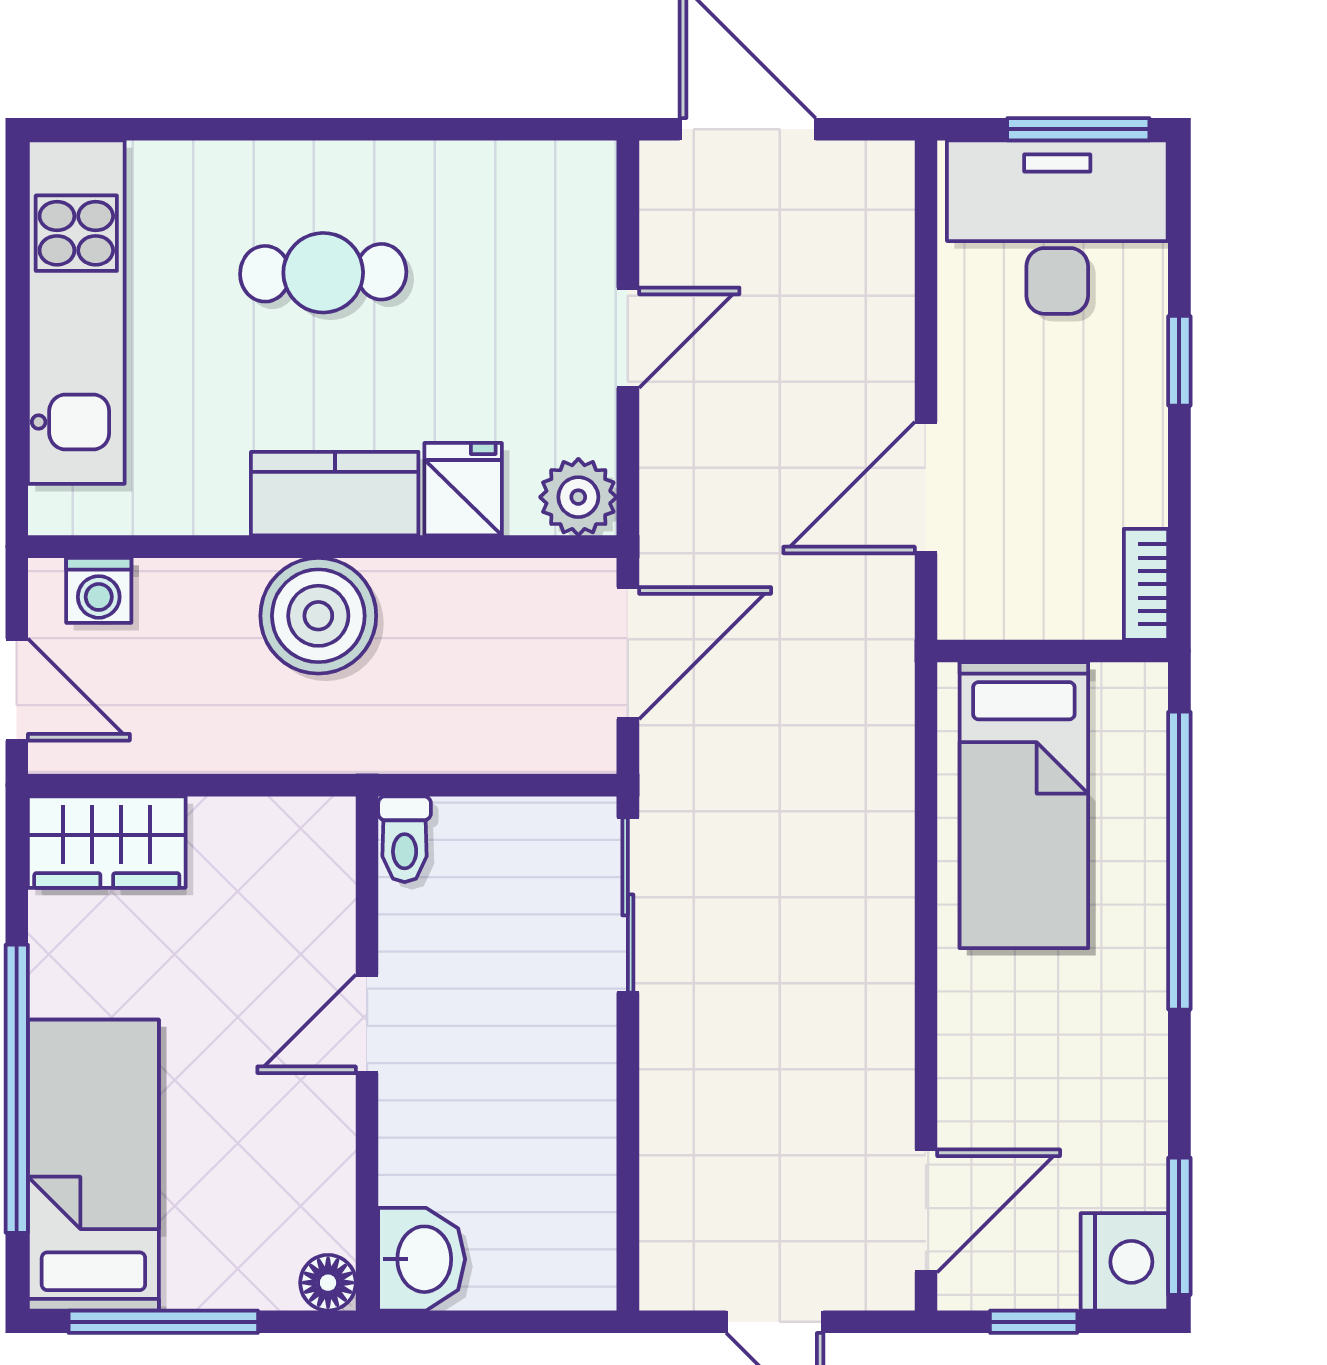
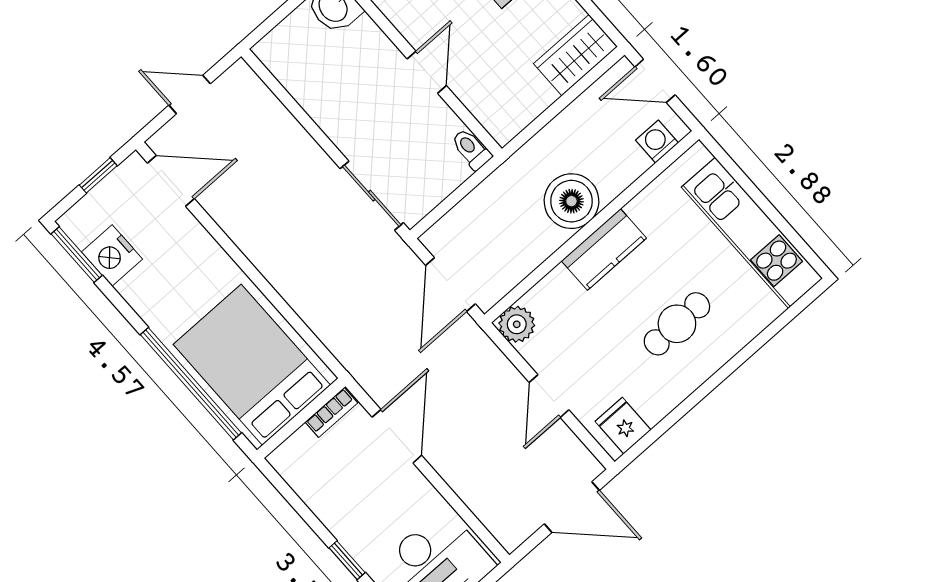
fridge: (463, 489) -> (623, 426), moved, turned 180
bookcase: (1146, 584) -> (331, 412), moved, turned 90
bed: (1024, 805) -> (252, 365), width x1.50
door: (926, 1211) -> (171, 181), swing flipped
nightstand: (1124, 1262) -> (112, 255), moved

